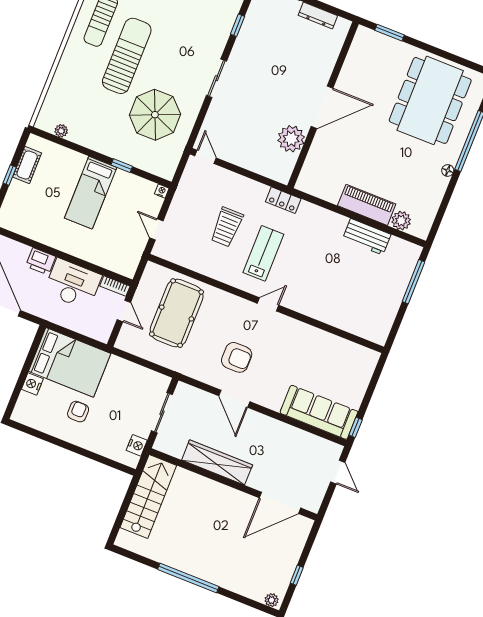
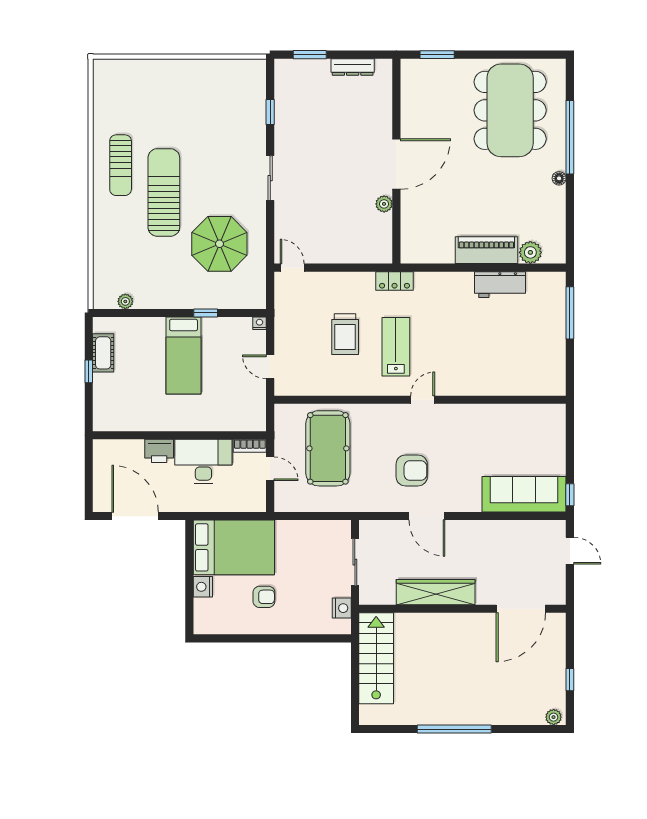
plant: (291, 139) -> (384, 204), width x0.53, depth x0.53
armchair: (78, 412) -> (264, 597), turned 90

